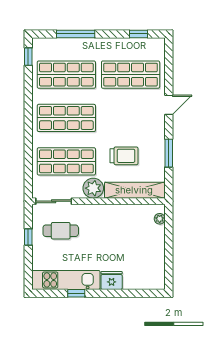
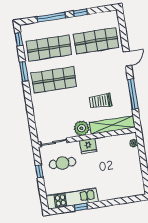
window: (139, 34) -> (80, 13), moved
window: (28, 101) -> (24, 71), added
window: (169, 153) -> (133, 94), width x1.44
trolley: (124, 156) -> (100, 101), turned 180
shop shelf: (66, 161) -> (59, 112), removed
fridge: (112, 281) -> (88, 146), moved, turned 180

